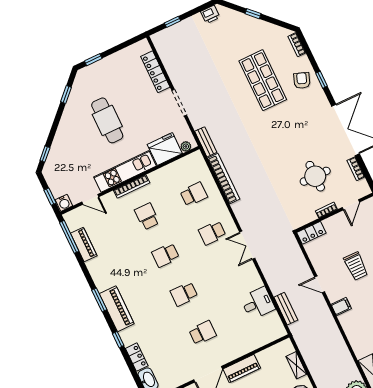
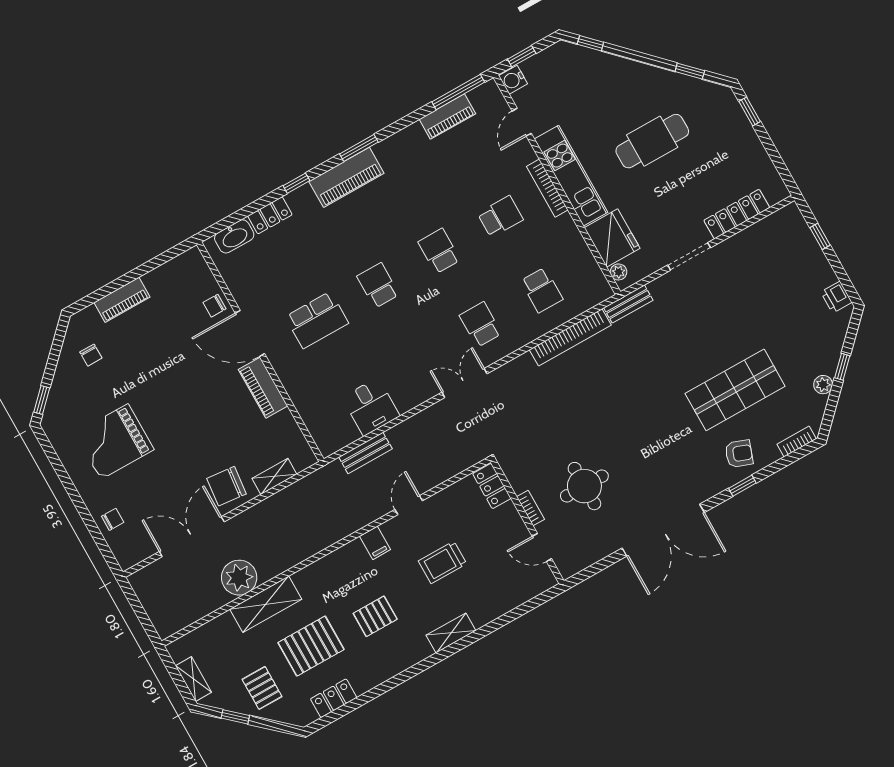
plant: (263, 26) -> (823, 385), added
bookcase: (356, 169) -> (601, 552), removed
school desk: (203, 333) -> (317, 320), width x1.85

